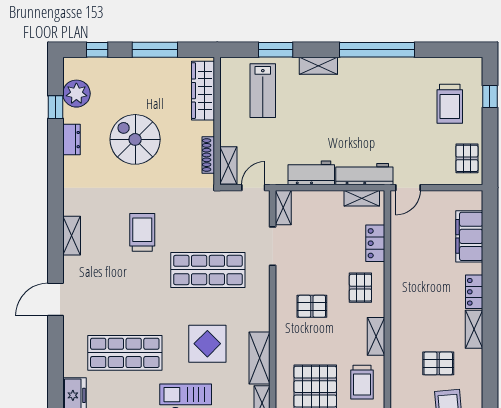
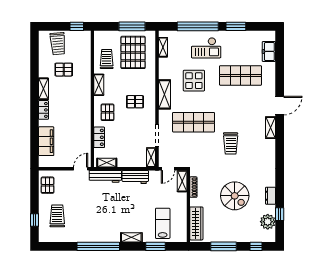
shelving: (72, 236) -> (270, 128), moved
shelving: (259, 358) -> (165, 94), moved

